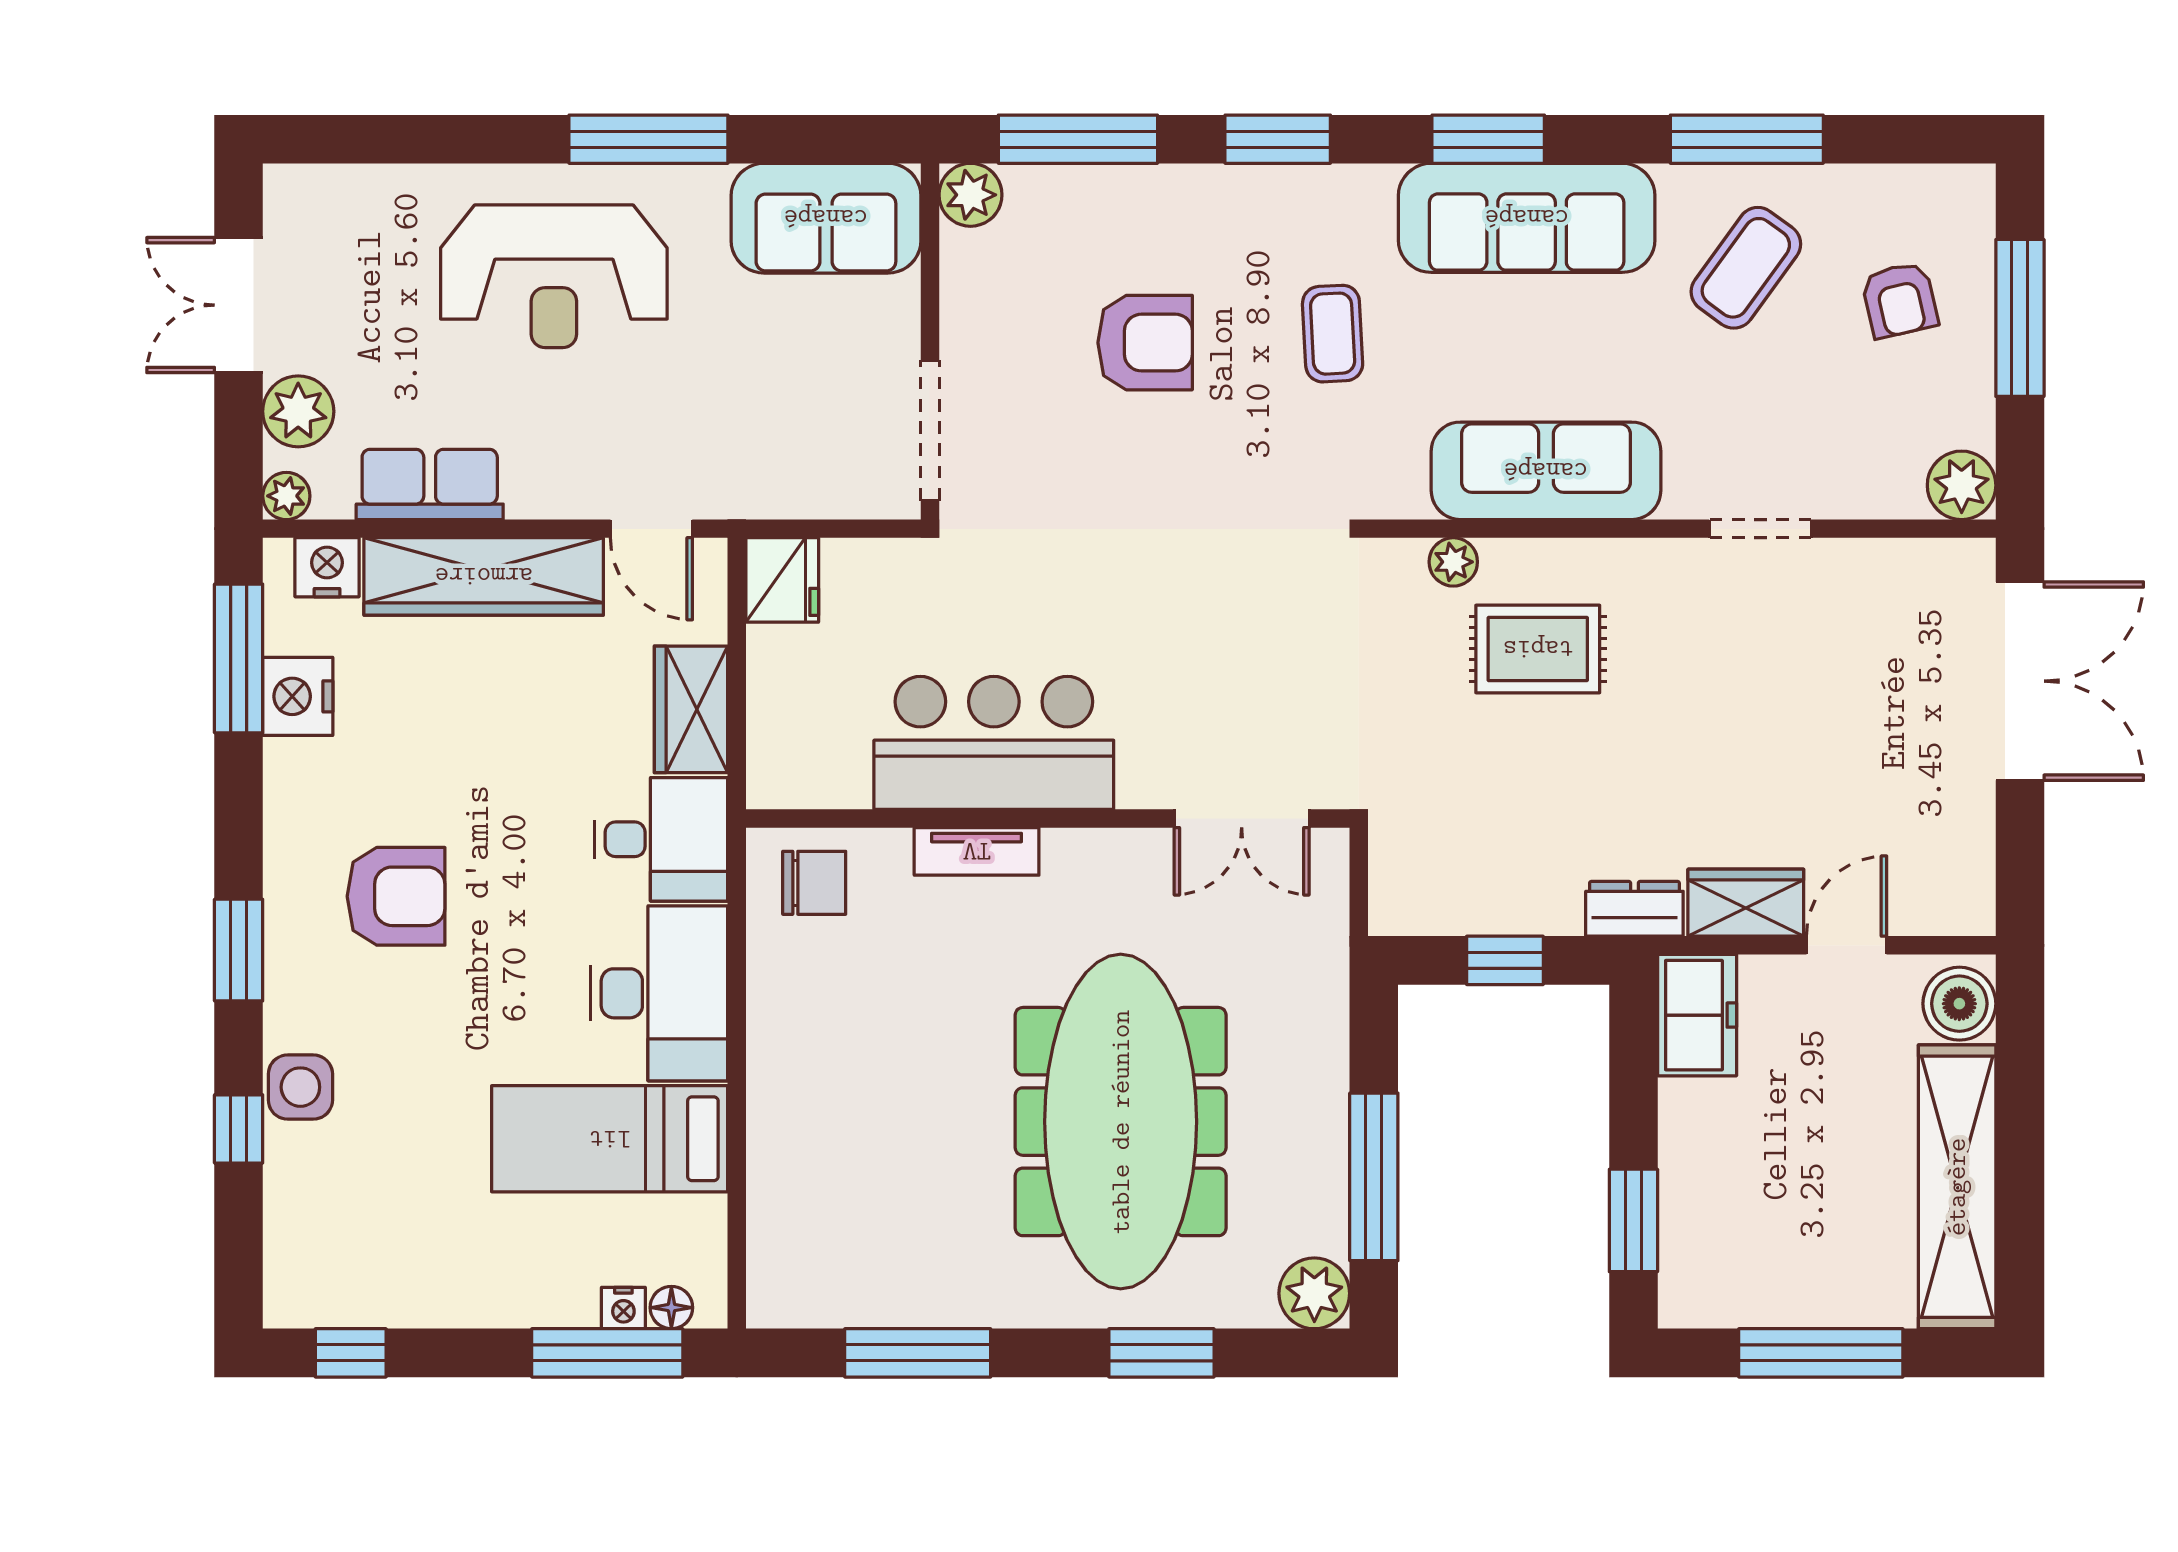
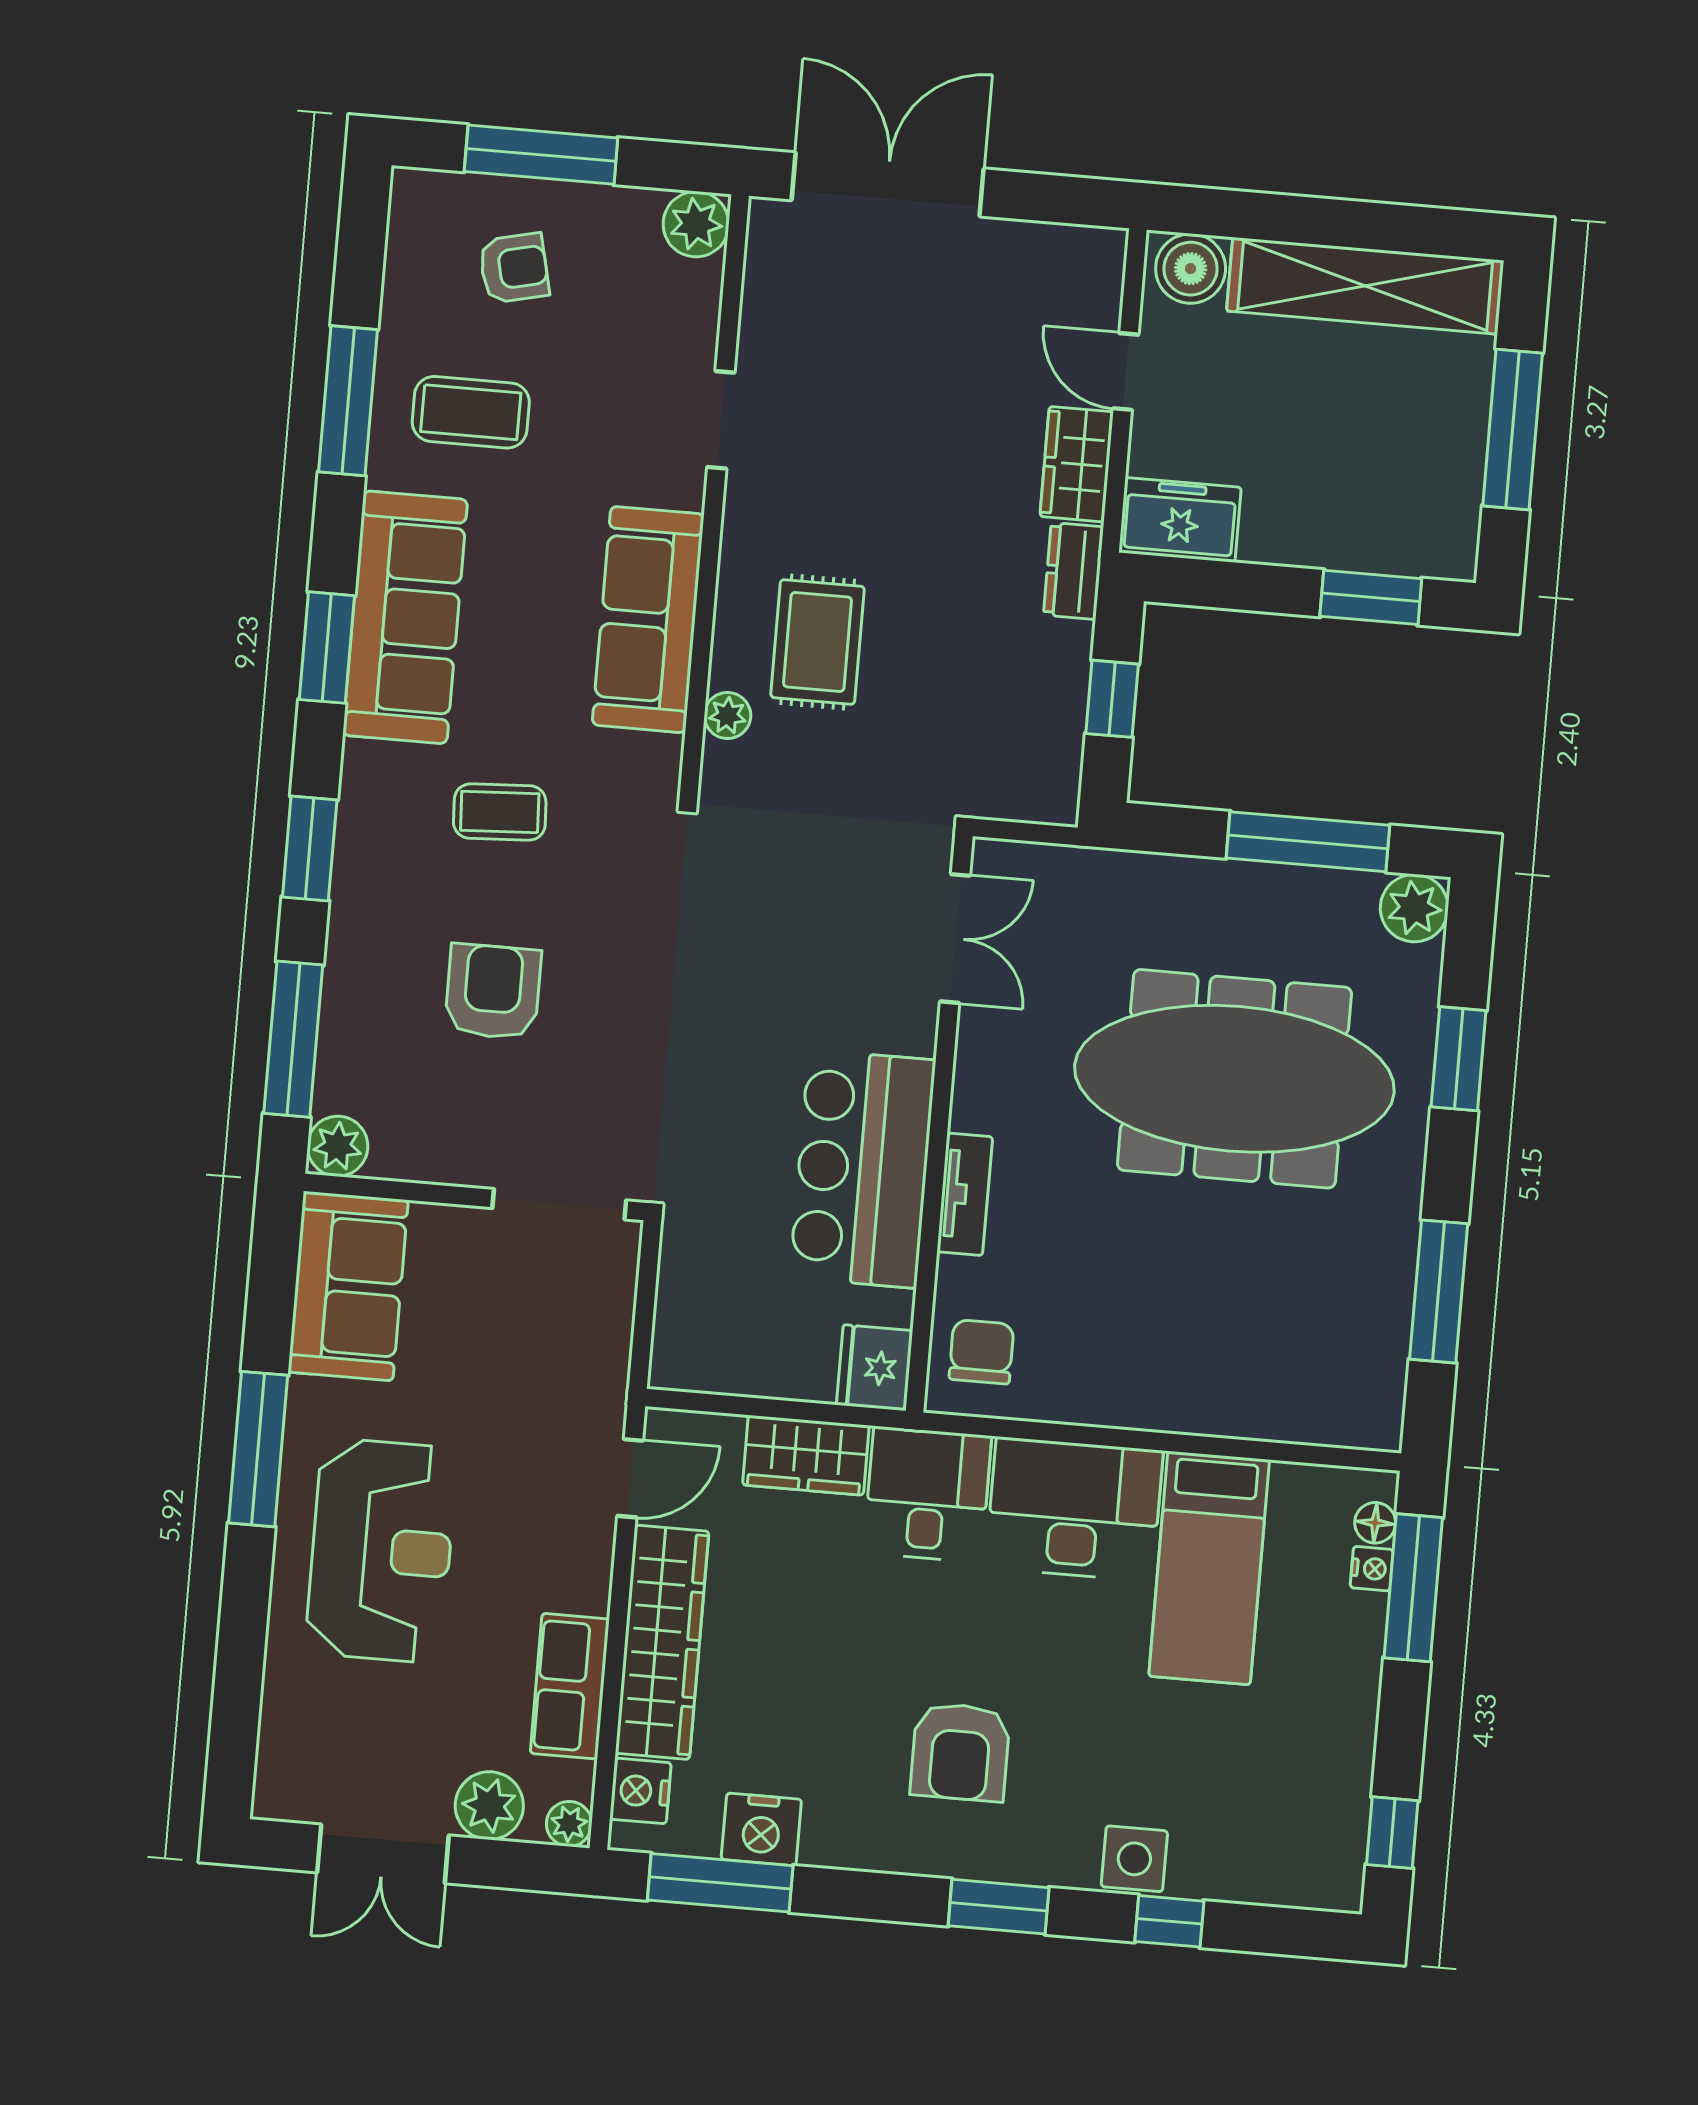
coffee table: (1746, 268) -> (471, 412), turned -36
fridge: (782, 580) -> (875, 1368), moved, turned -90
armchair: (396, 896) -> (960, 1752), turned 180

